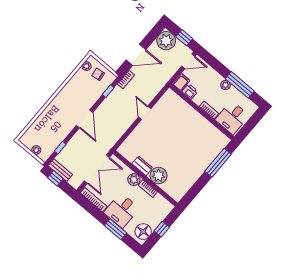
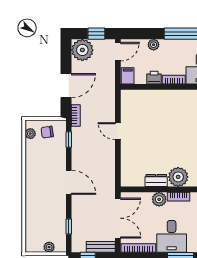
plant: (226, 85) -> (154, 45), moved
printer: (190, 91) -> (154, 78), moved
bench: (60, 170) -> (101, 247), moved

